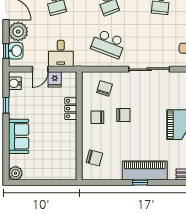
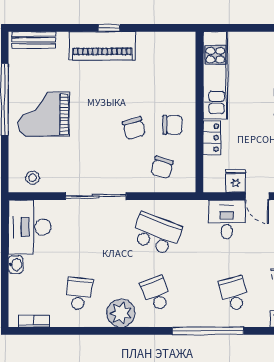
door: (40, 69) -> (257, 196), swing flipped
chair: (123, 115) -> (134, 128), turned -105
kitchen unit: (68, 151) -> (215, 75), added
chair: (94, 158) -> (177, 65), removed

